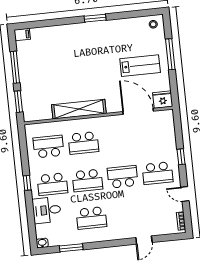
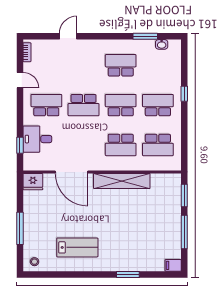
window: (95, 18) -> (128, 275), moved
lab bench: (140, 66) -> (77, 247), moved, turned 180
door: (138, 111) -> (72, 172), moved
school desk: (84, 143) -> (121, 145), turned 180
window: (181, 157) -> (20, 145), moved
window: (27, 183) -> (184, 94), moved
desk: (47, 210) -> (37, 139), moved, turned 180
washbasin: (42, 243) -> (162, 44), moved

